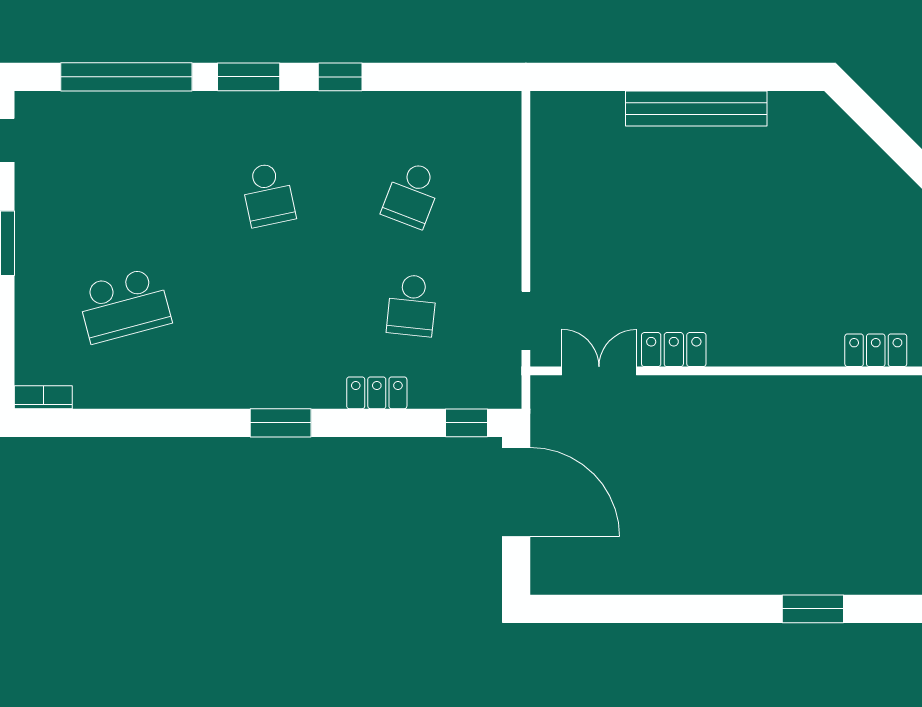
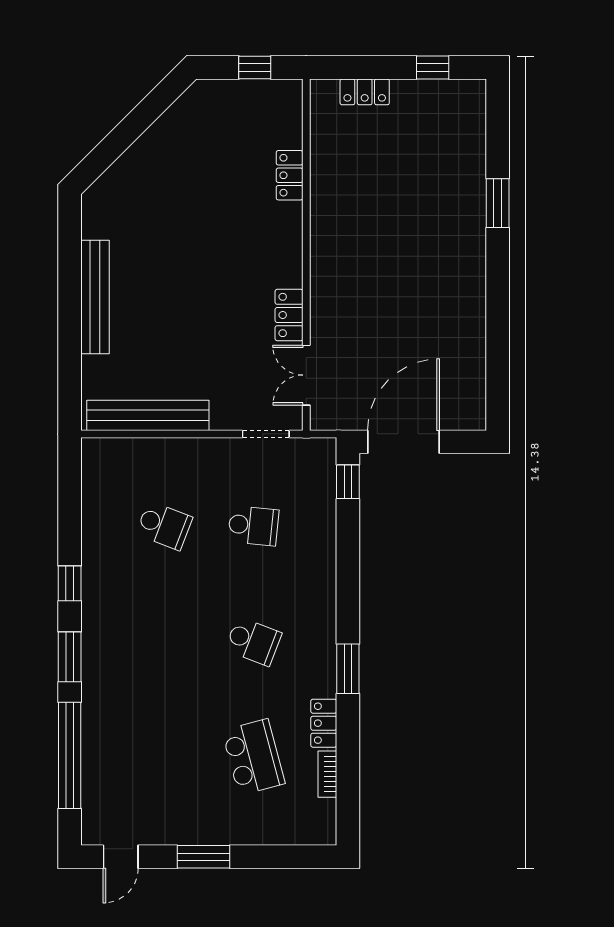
bench: (549, 174) -> (148, 415), added
school desk: (268, 194) -> (253, 641), moved, turned 33
locker: (876, 350) -> (290, 175), moved
locker: (377, 393) -> (324, 723), moved
bookcase: (43, 397) -> (327, 774), moved
window: (281, 423) -> (348, 669), moved

